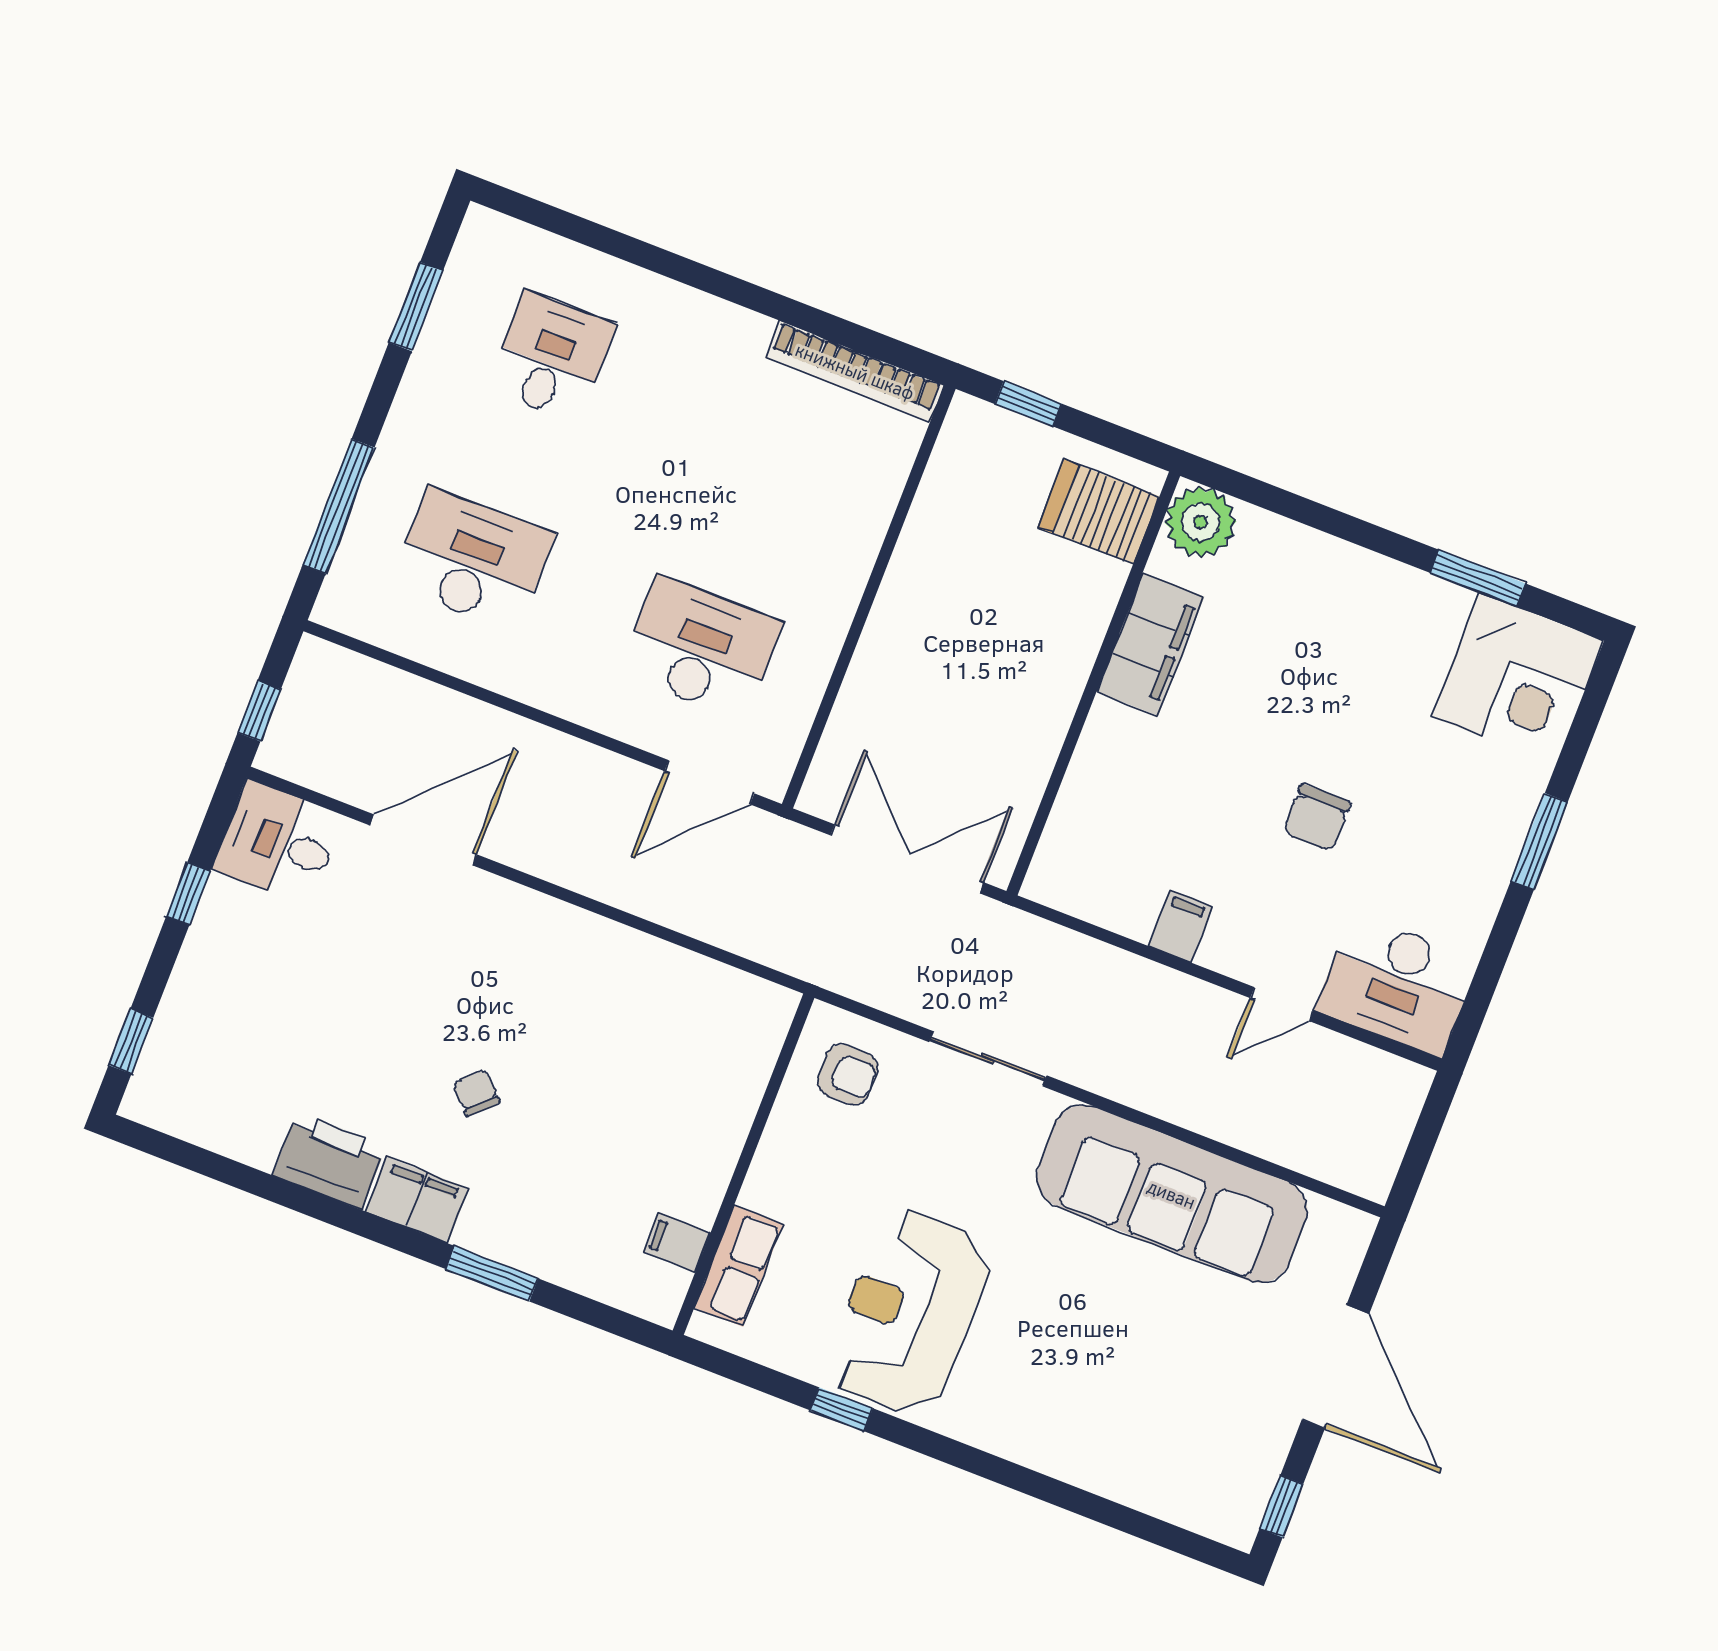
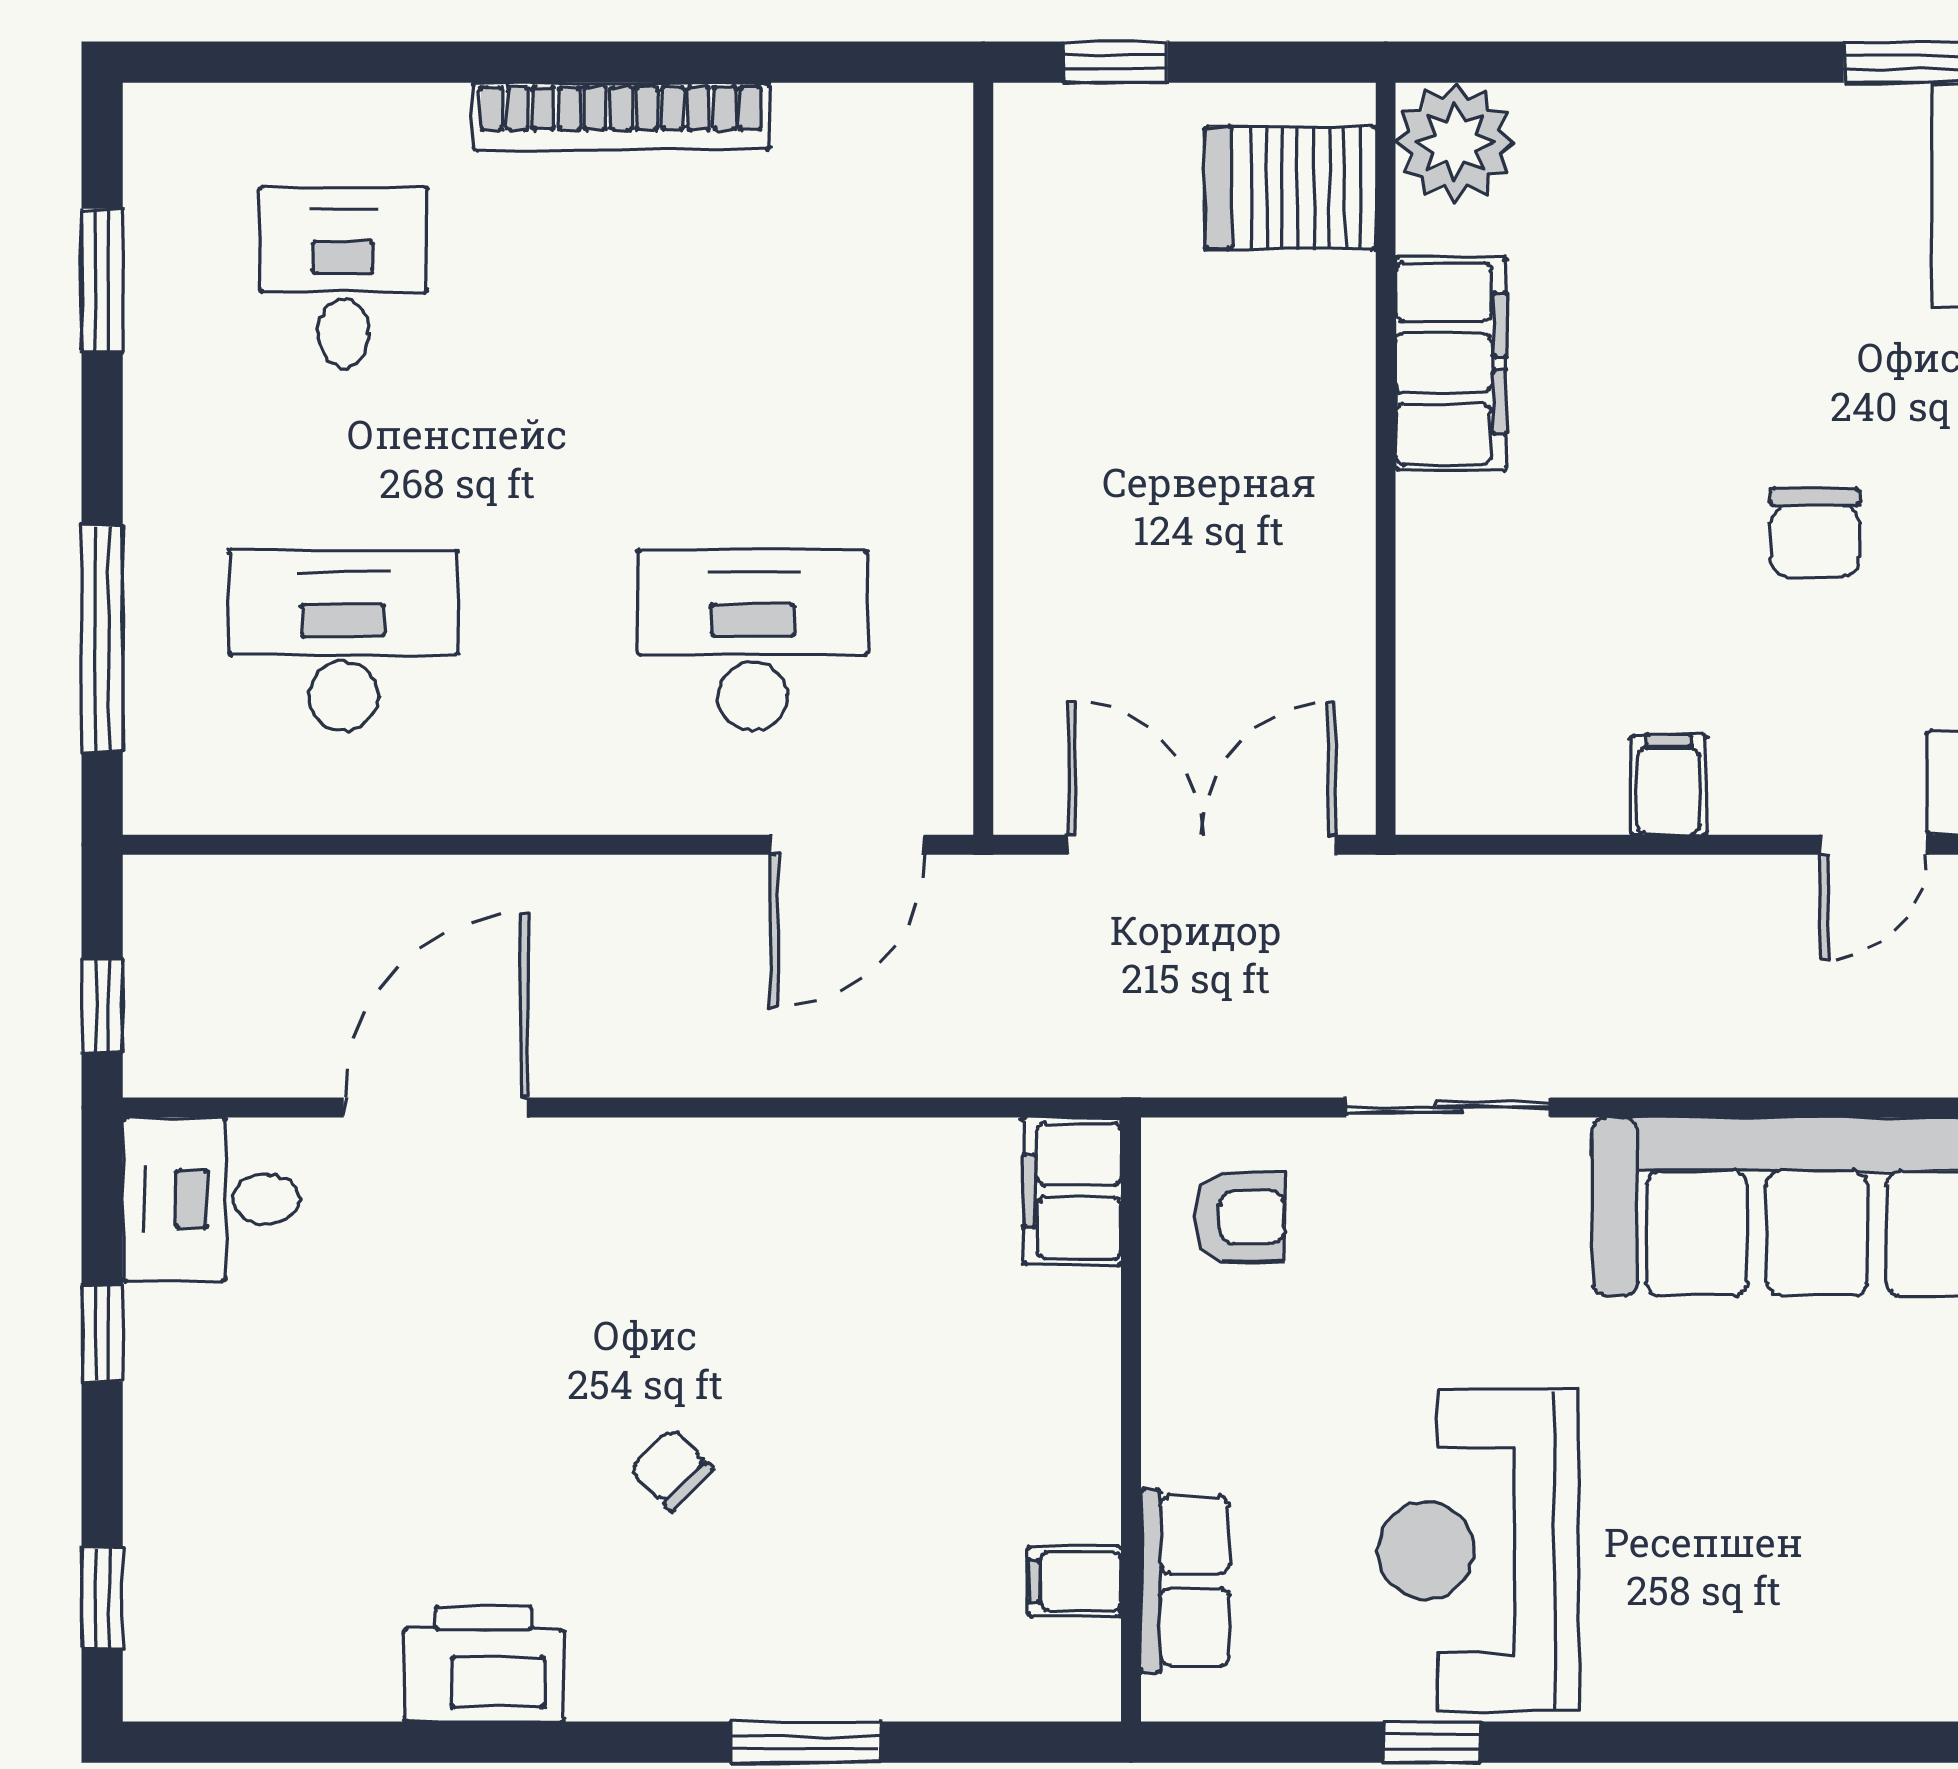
bookcase: (855, 371) -> (621, 116), moved
filing cabinet: (417, 1200) -> (1072, 1191), moved, turned -90

